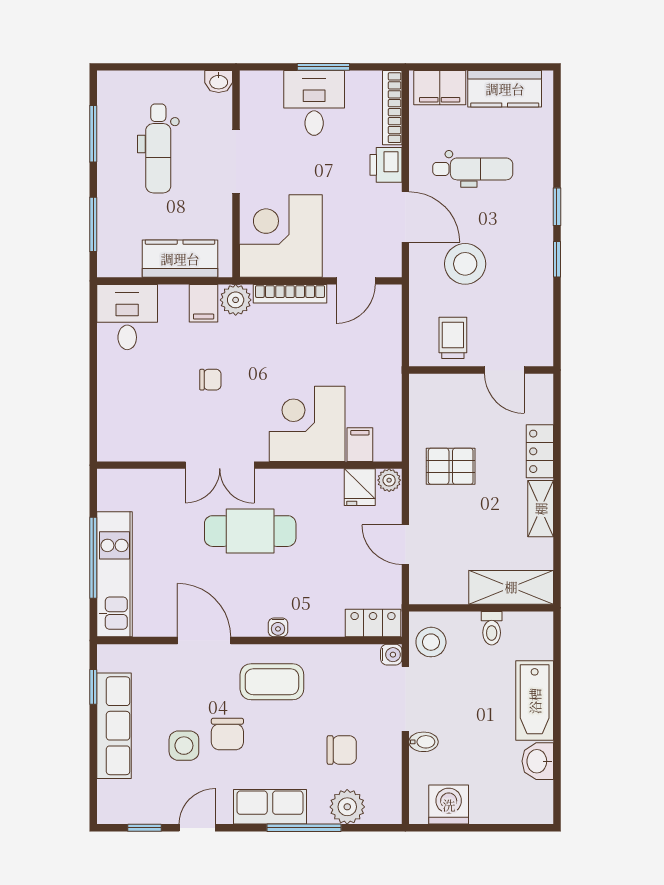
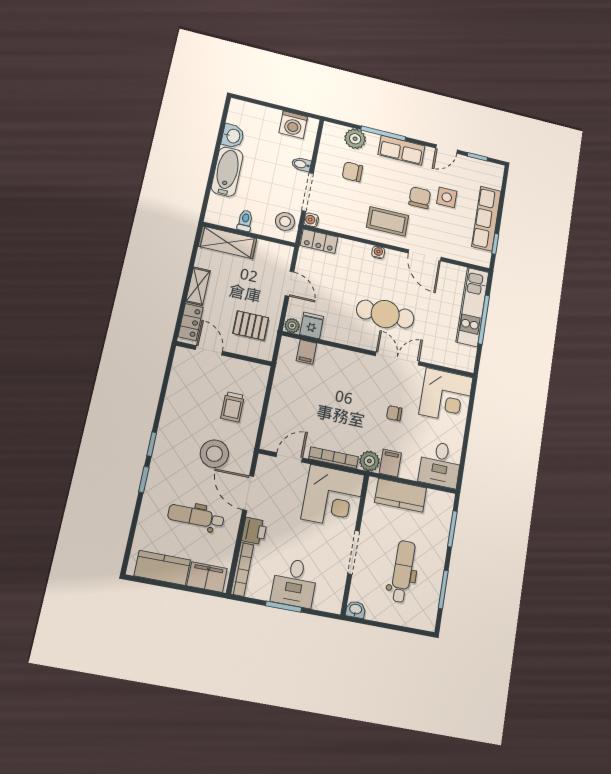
wall: (481, 370) -> (224, 354), moved
door: (504, 370) -> (209, 350), moved
corner desk: (307, 424) -> (446, 396), moved

